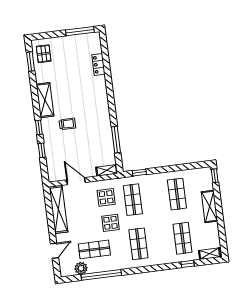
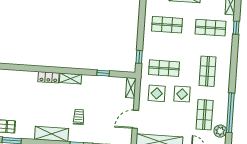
locker: (98, 64) -> (49, 77), moved
shelving: (104, 108) -> (70, 78), added
window: (116, 140) -> (103, 73), width x0.46
shop shelf: (138, 244) -> (208, 71), turned 90

